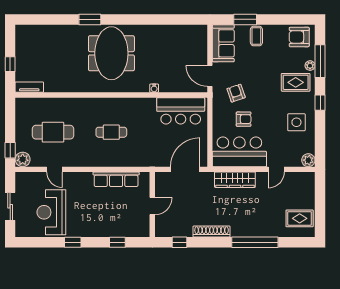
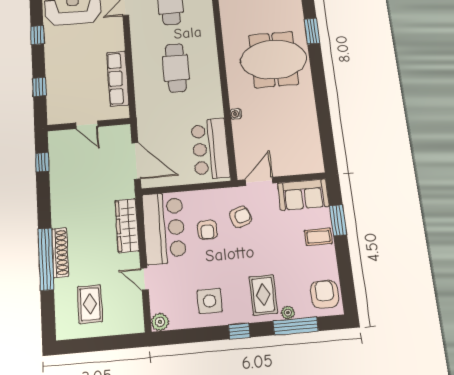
cafe table: (111, 132) -> (176, 68), width x1.37, depth x1.35
rug: (300, 218) -> (90, 304), moved
shoe rack: (212, 232) -> (60, 253), moved

